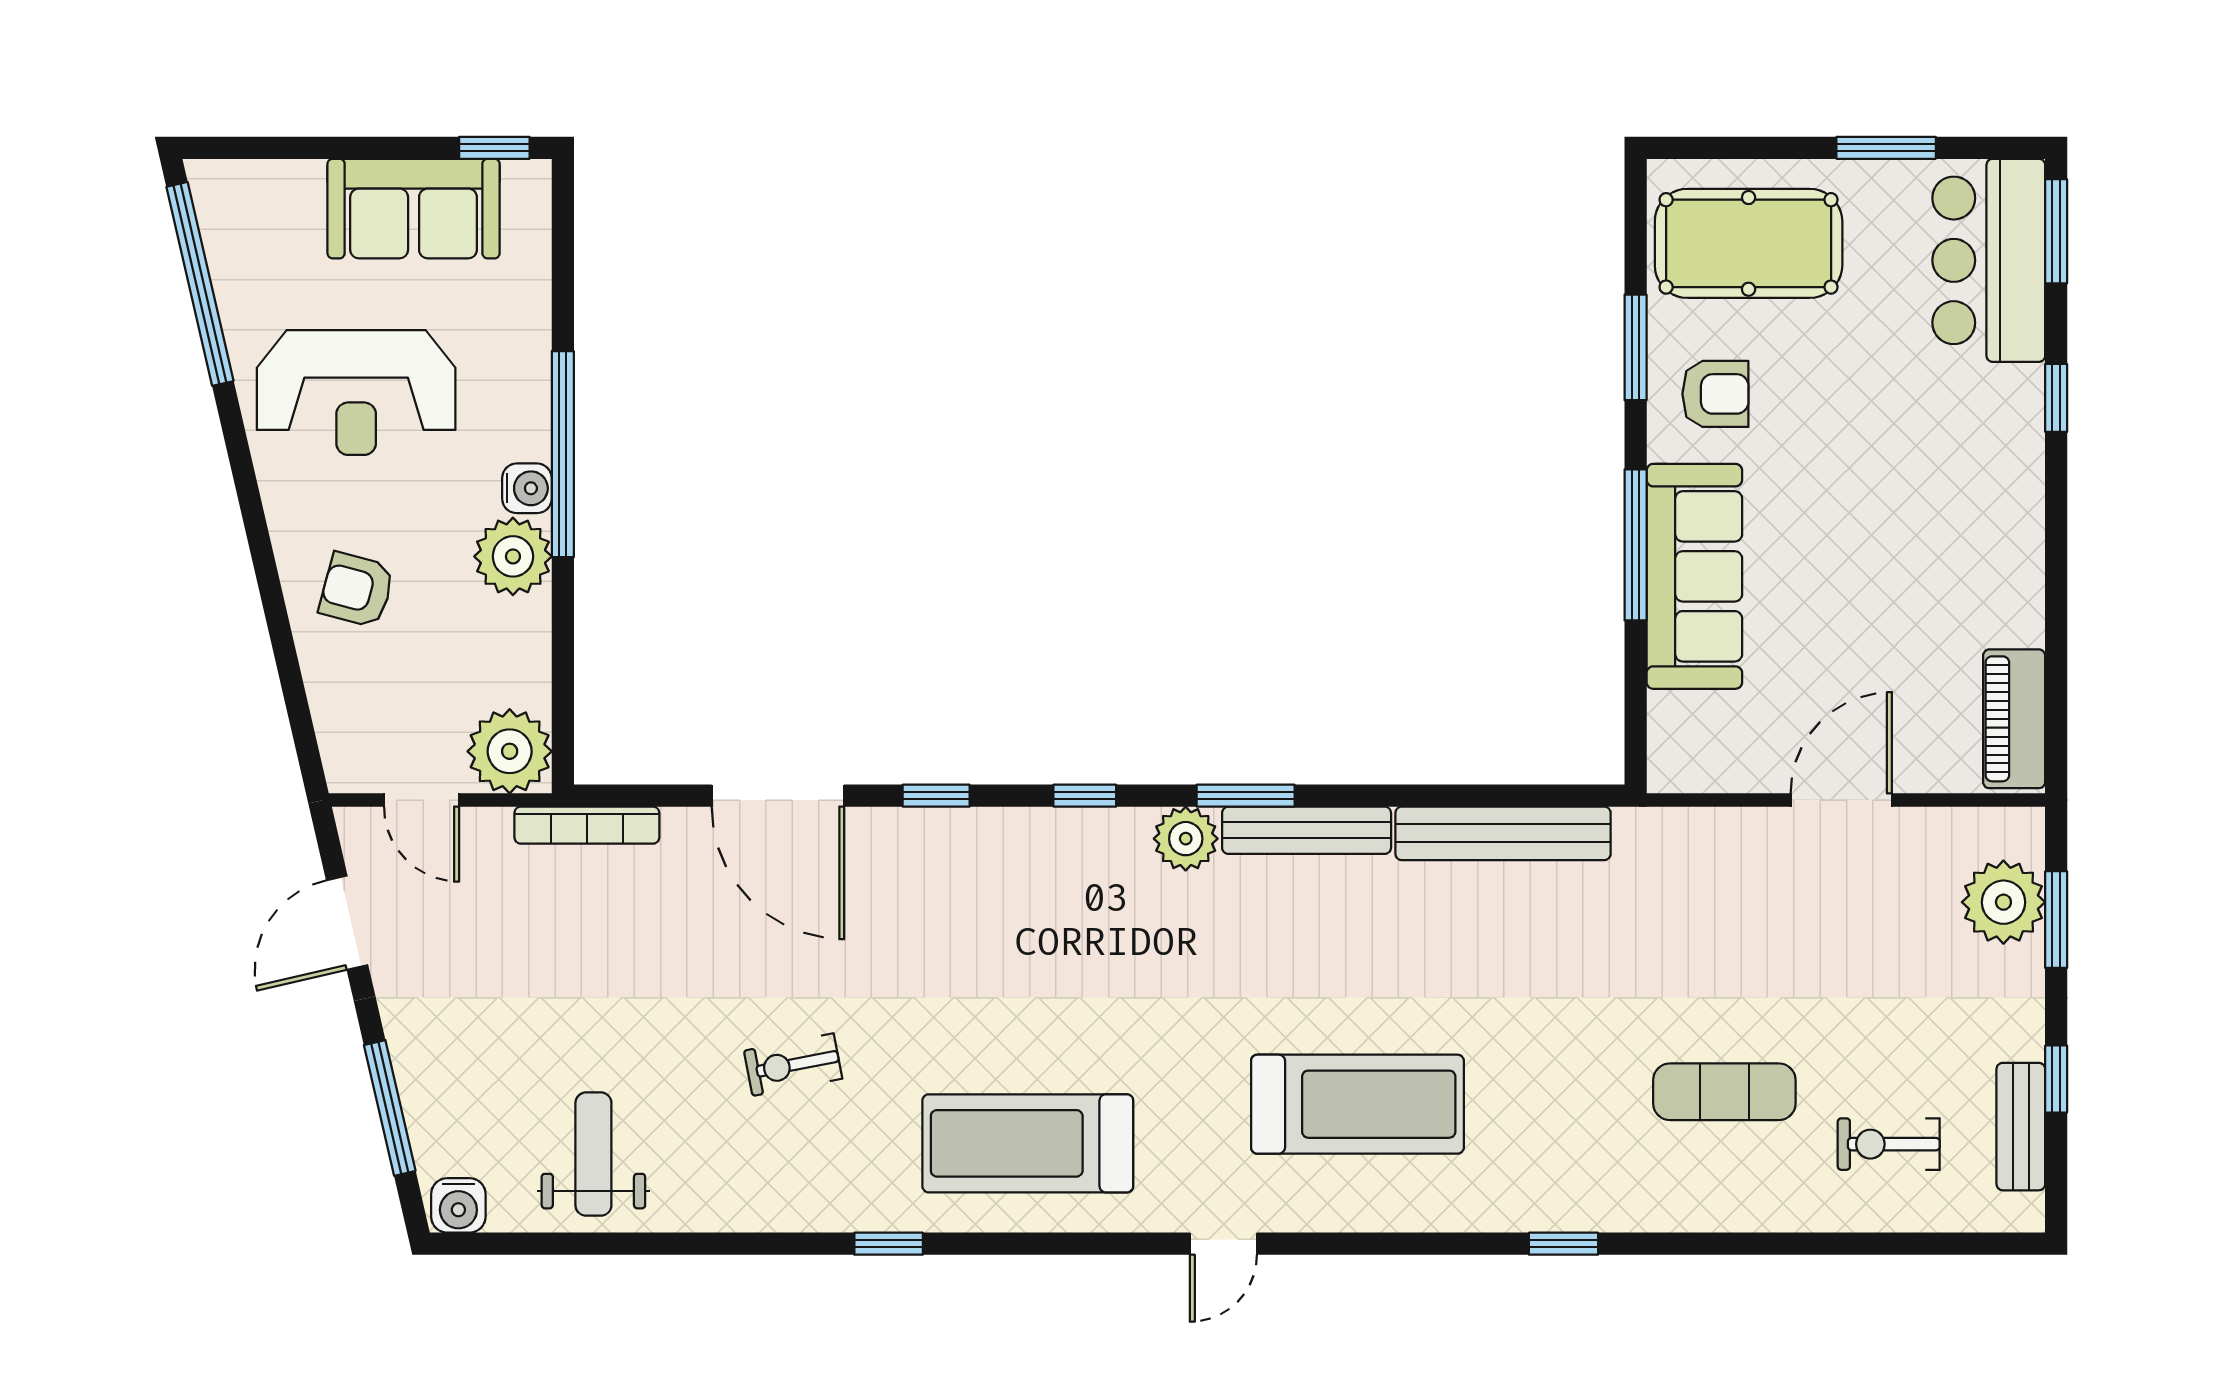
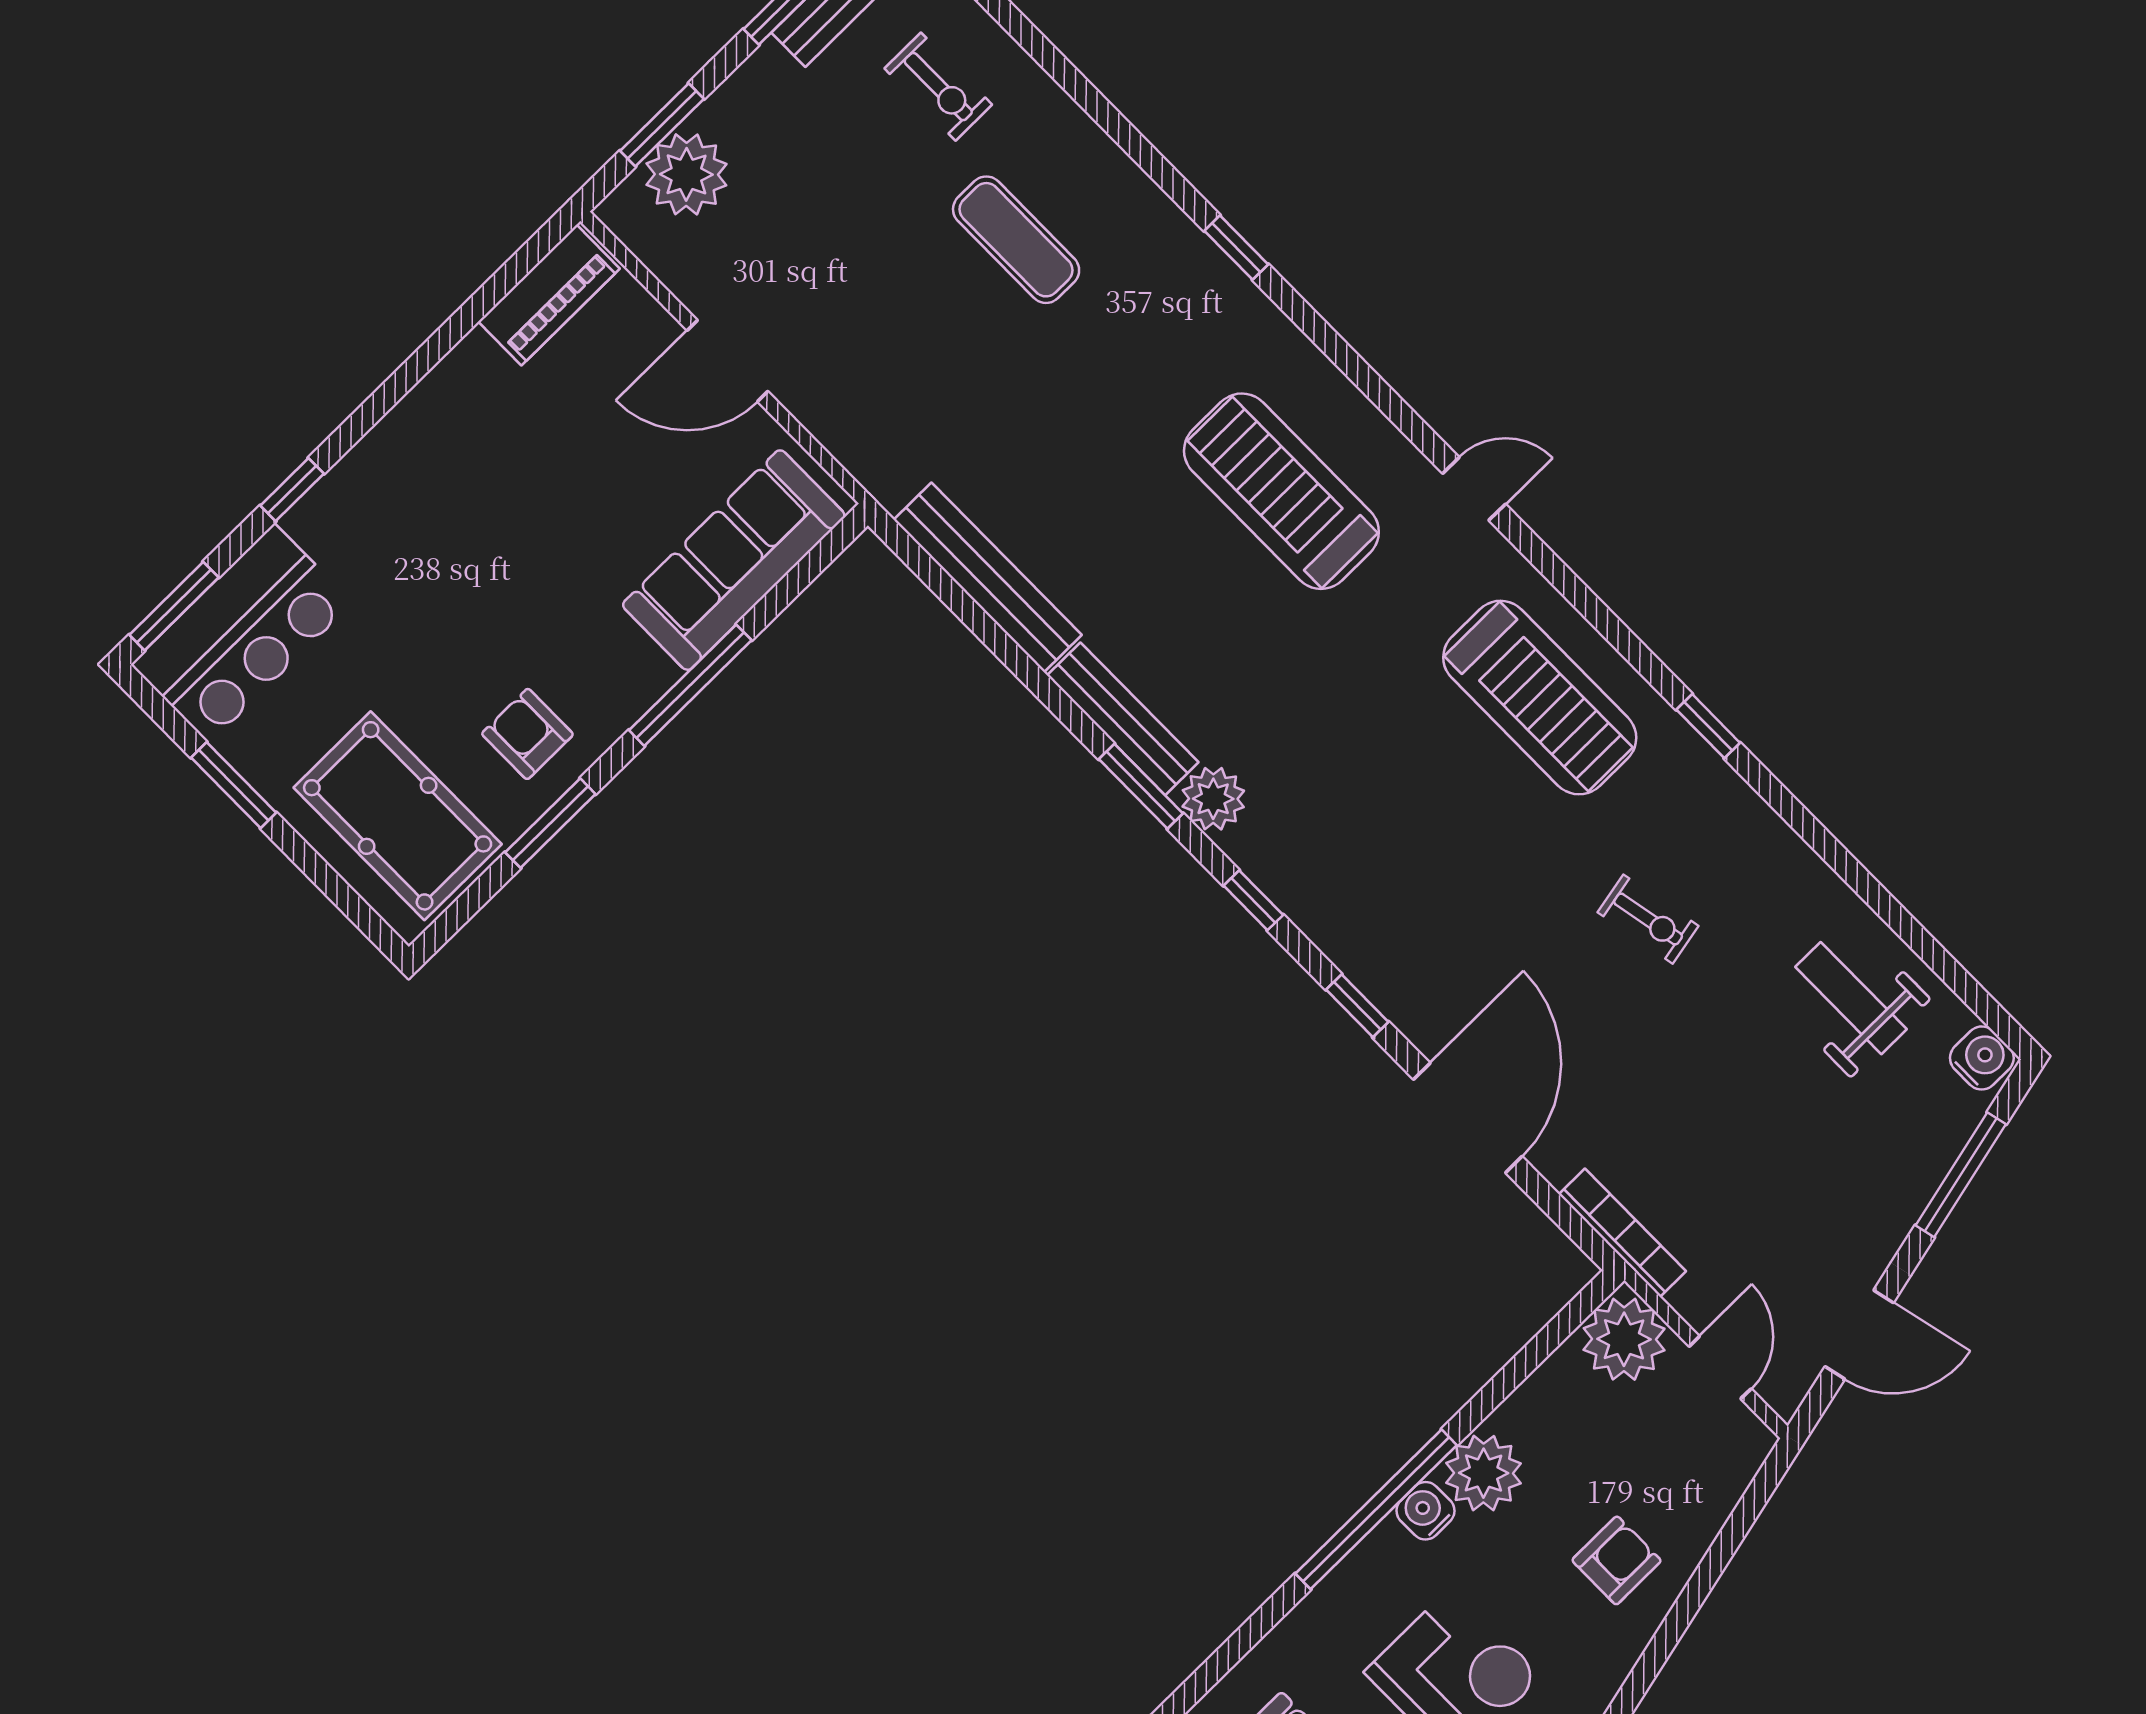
sofa: (1694, 576) -> (734, 560), moved
armchair: (357, 590) -> (1617, 1560), turned -105
weight bench: (593, 1154) -> (1851, 998), turned 90

